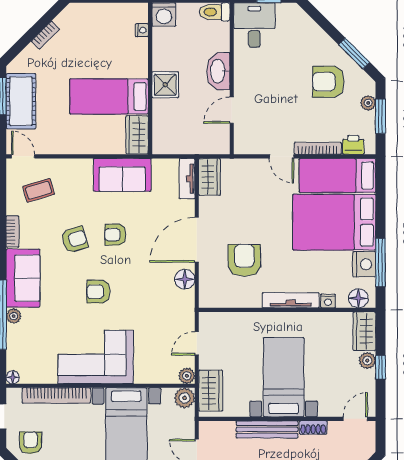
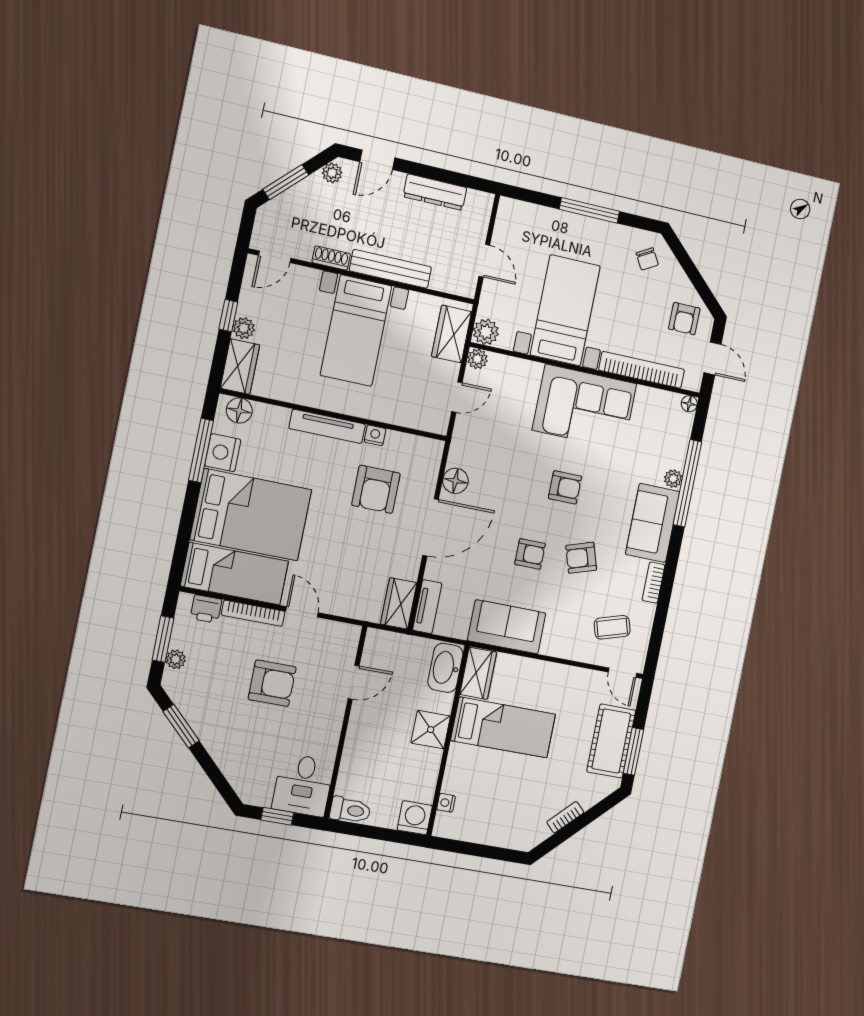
washbasin: (218, 71) -> (445, 668), moved, turned 180
armchair: (328, 82) -> (272, 683), moved
nightstand: (328, 301) -> (375, 435), moved

